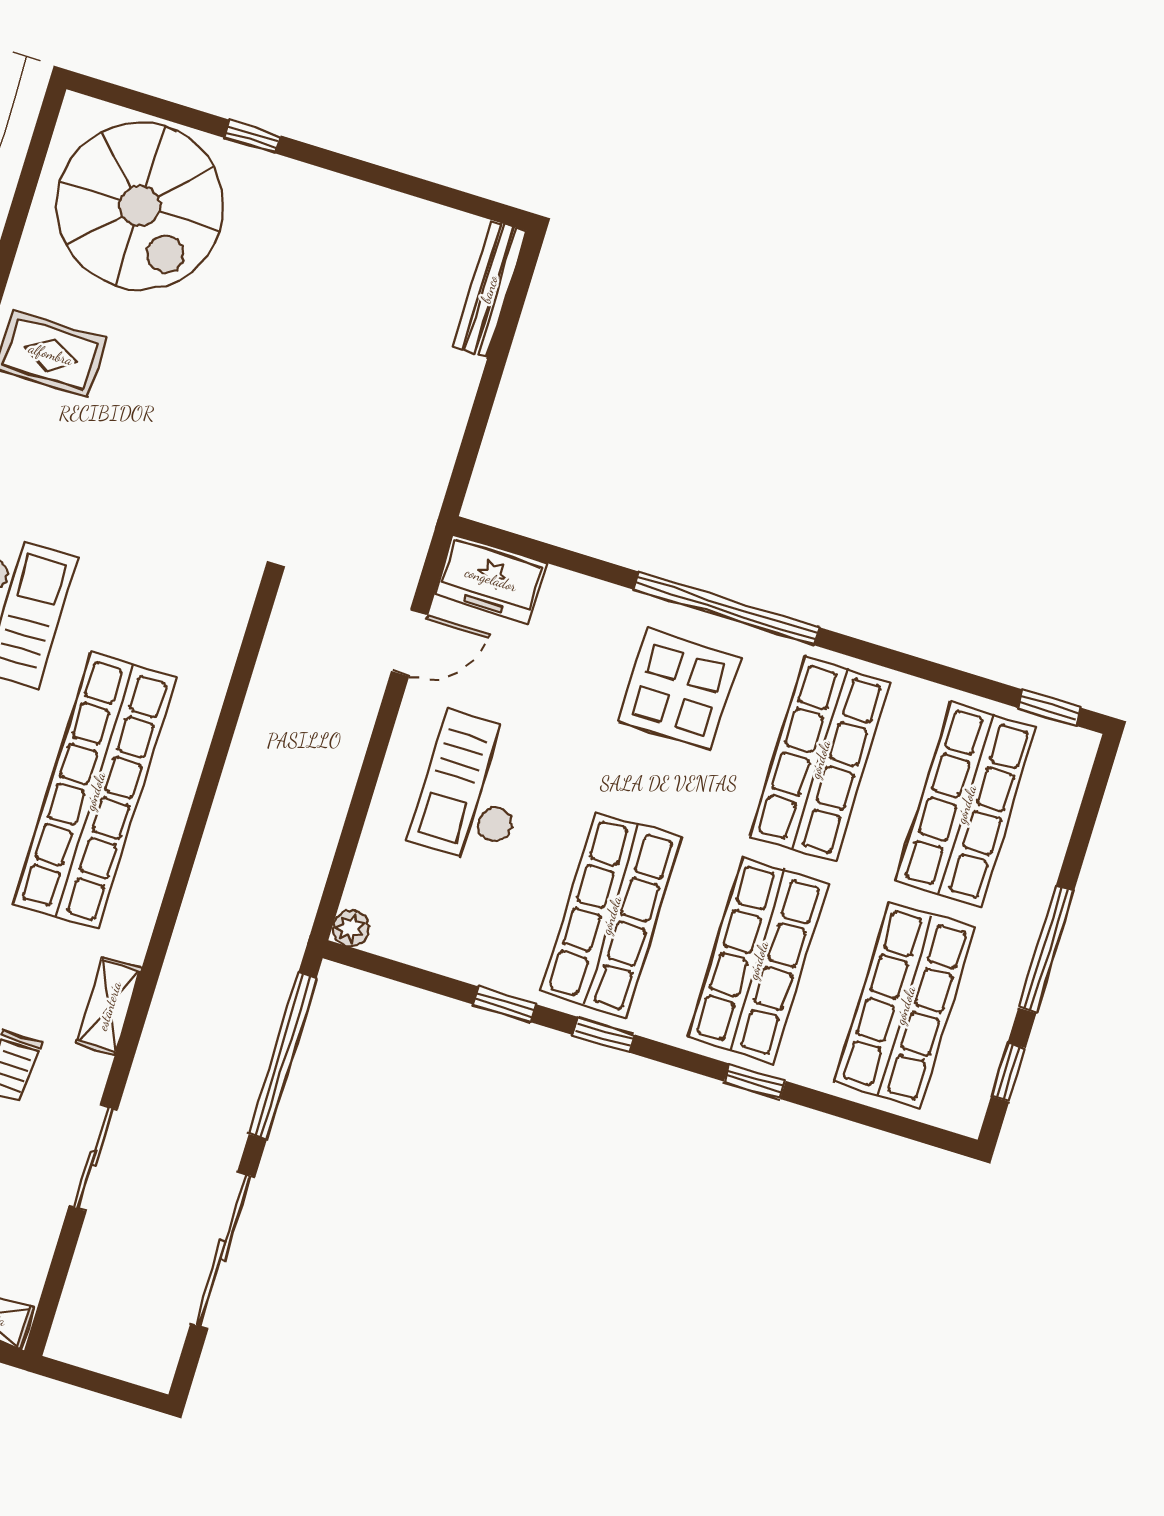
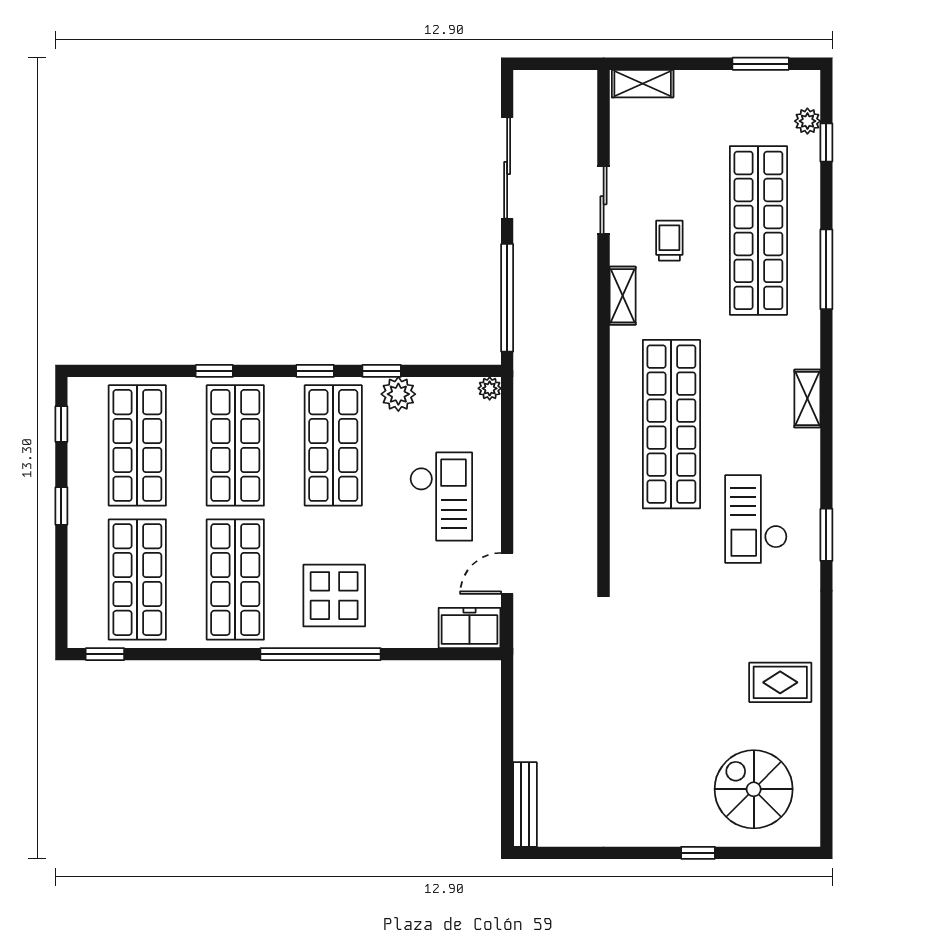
spiral stairs: (140, 206) -> (754, 789), width x0.73, depth x0.73
window: (1046, 949) -> (61, 506), width x0.46
plant: (490, 962) -> (398, 394), added

